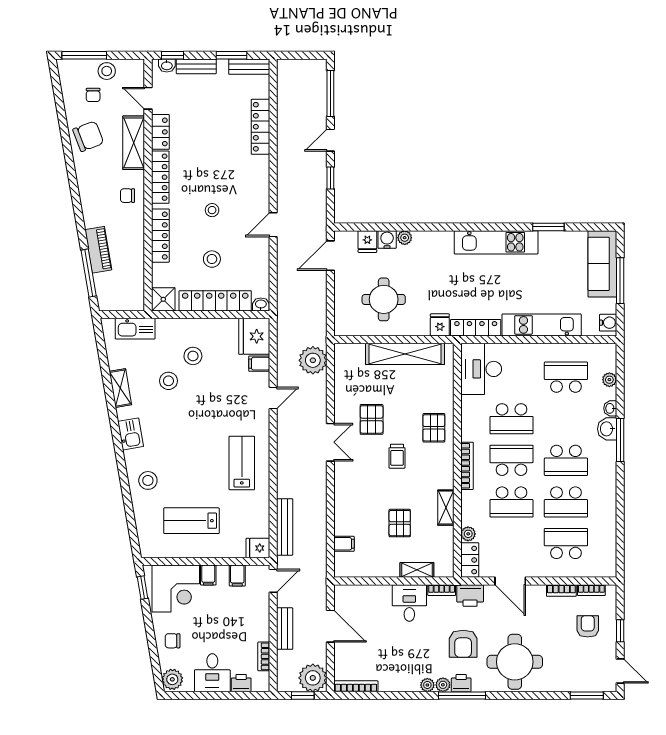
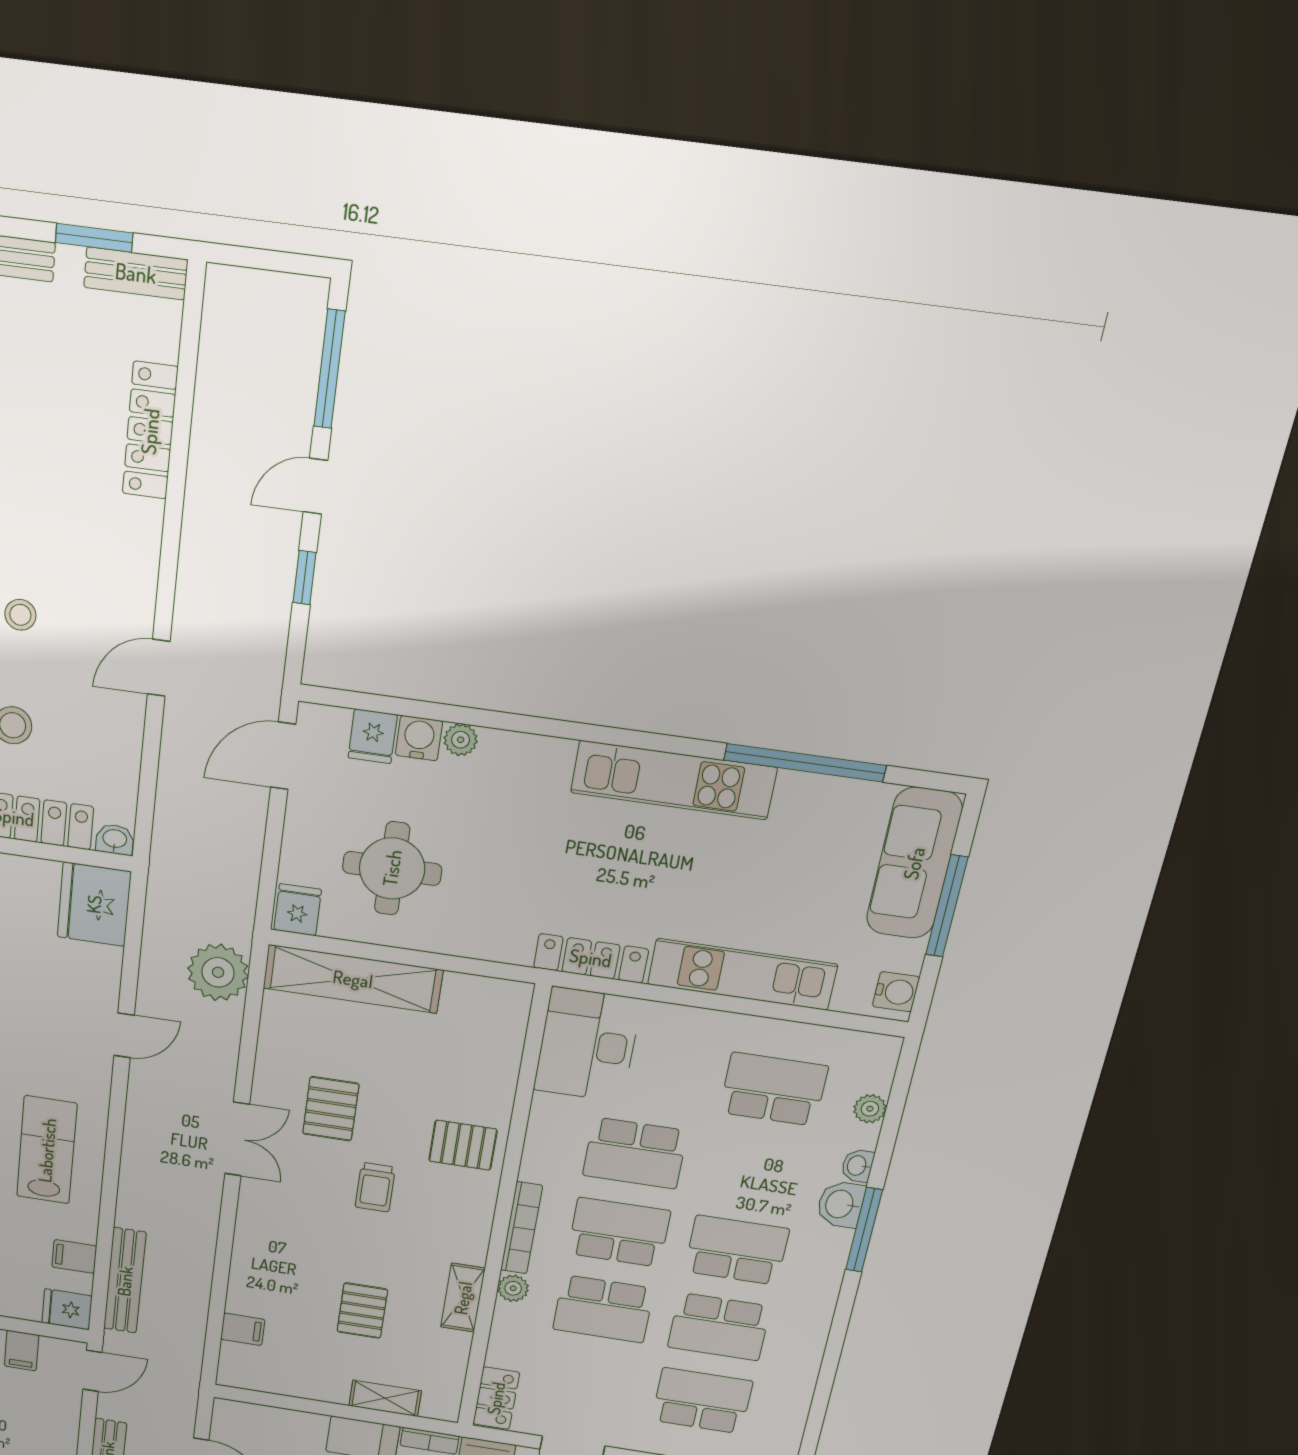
window: (548, 227) -> (805, 763), width x2.11
fridge: (440, 325) -> (298, 910), moved
shelving: (405, 354) -> (353, 979), moved
filing cabinet: (259, 364) -> (74, 1256), moved
pallet: (434, 428) -> (463, 1145), turned 90
school desk: (566, 460) -> (737, 1250), turned 180
plant: (468, 534) -> (513, 1288), moved

